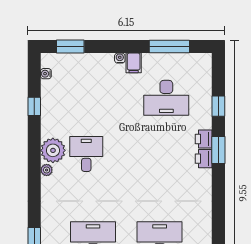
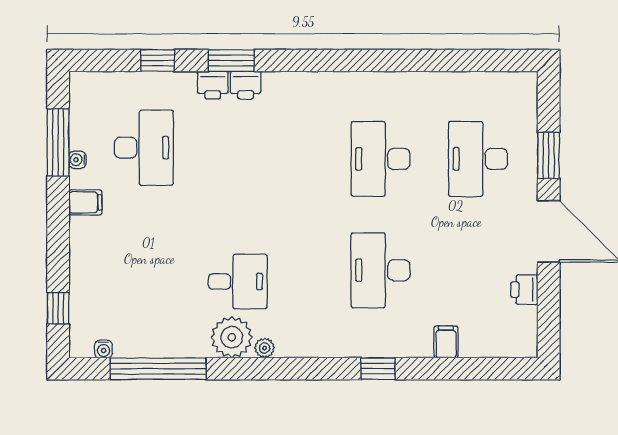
window: (70, 47) -> (58, 308), width x0.67
water cooler: (120, 58) -> (77, 160), moved
window: (34, 106) -> (158, 369), width x3.17
desk: (86, 154) -> (238, 282), turned 180

